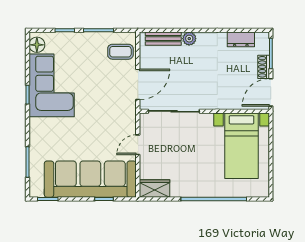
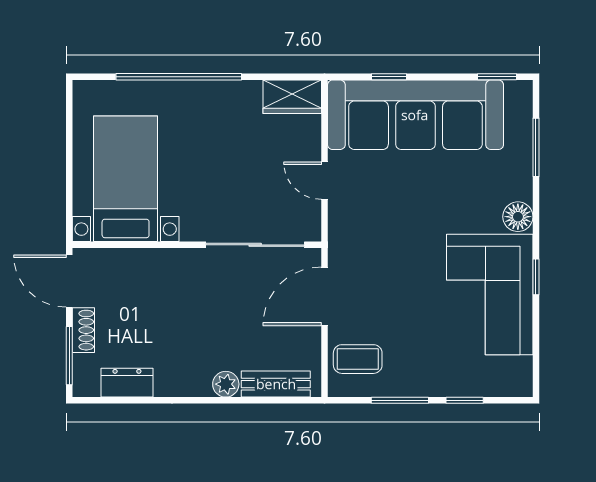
floor lamp: (37, 45) -> (518, 217), moved
door: (271, 92) -> (69, 281), swing flipped
door: (138, 145) -> (324, 181), swing flipped

